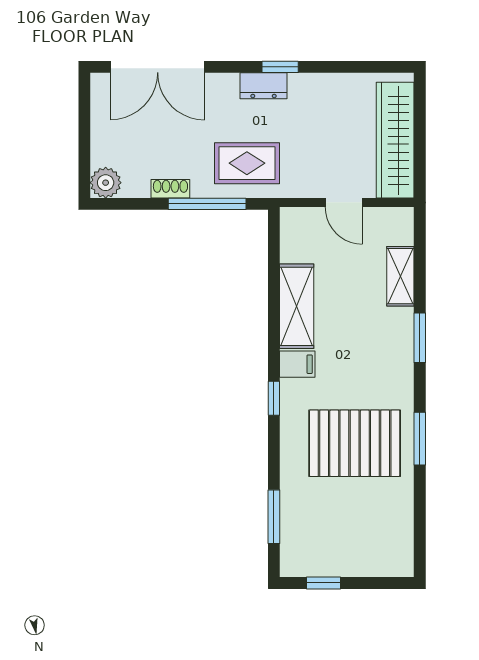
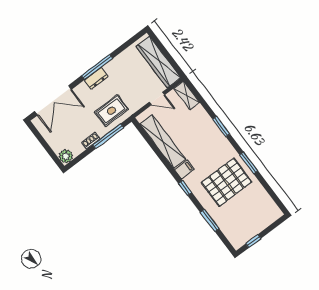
window: (280, 67) -> (97, 67), width x2.17
shelving: (400, 276) -> (187, 95), moved
shelving: (297, 306) -> (163, 142), width x1.47
window: (274, 517) -> (210, 220), moved

